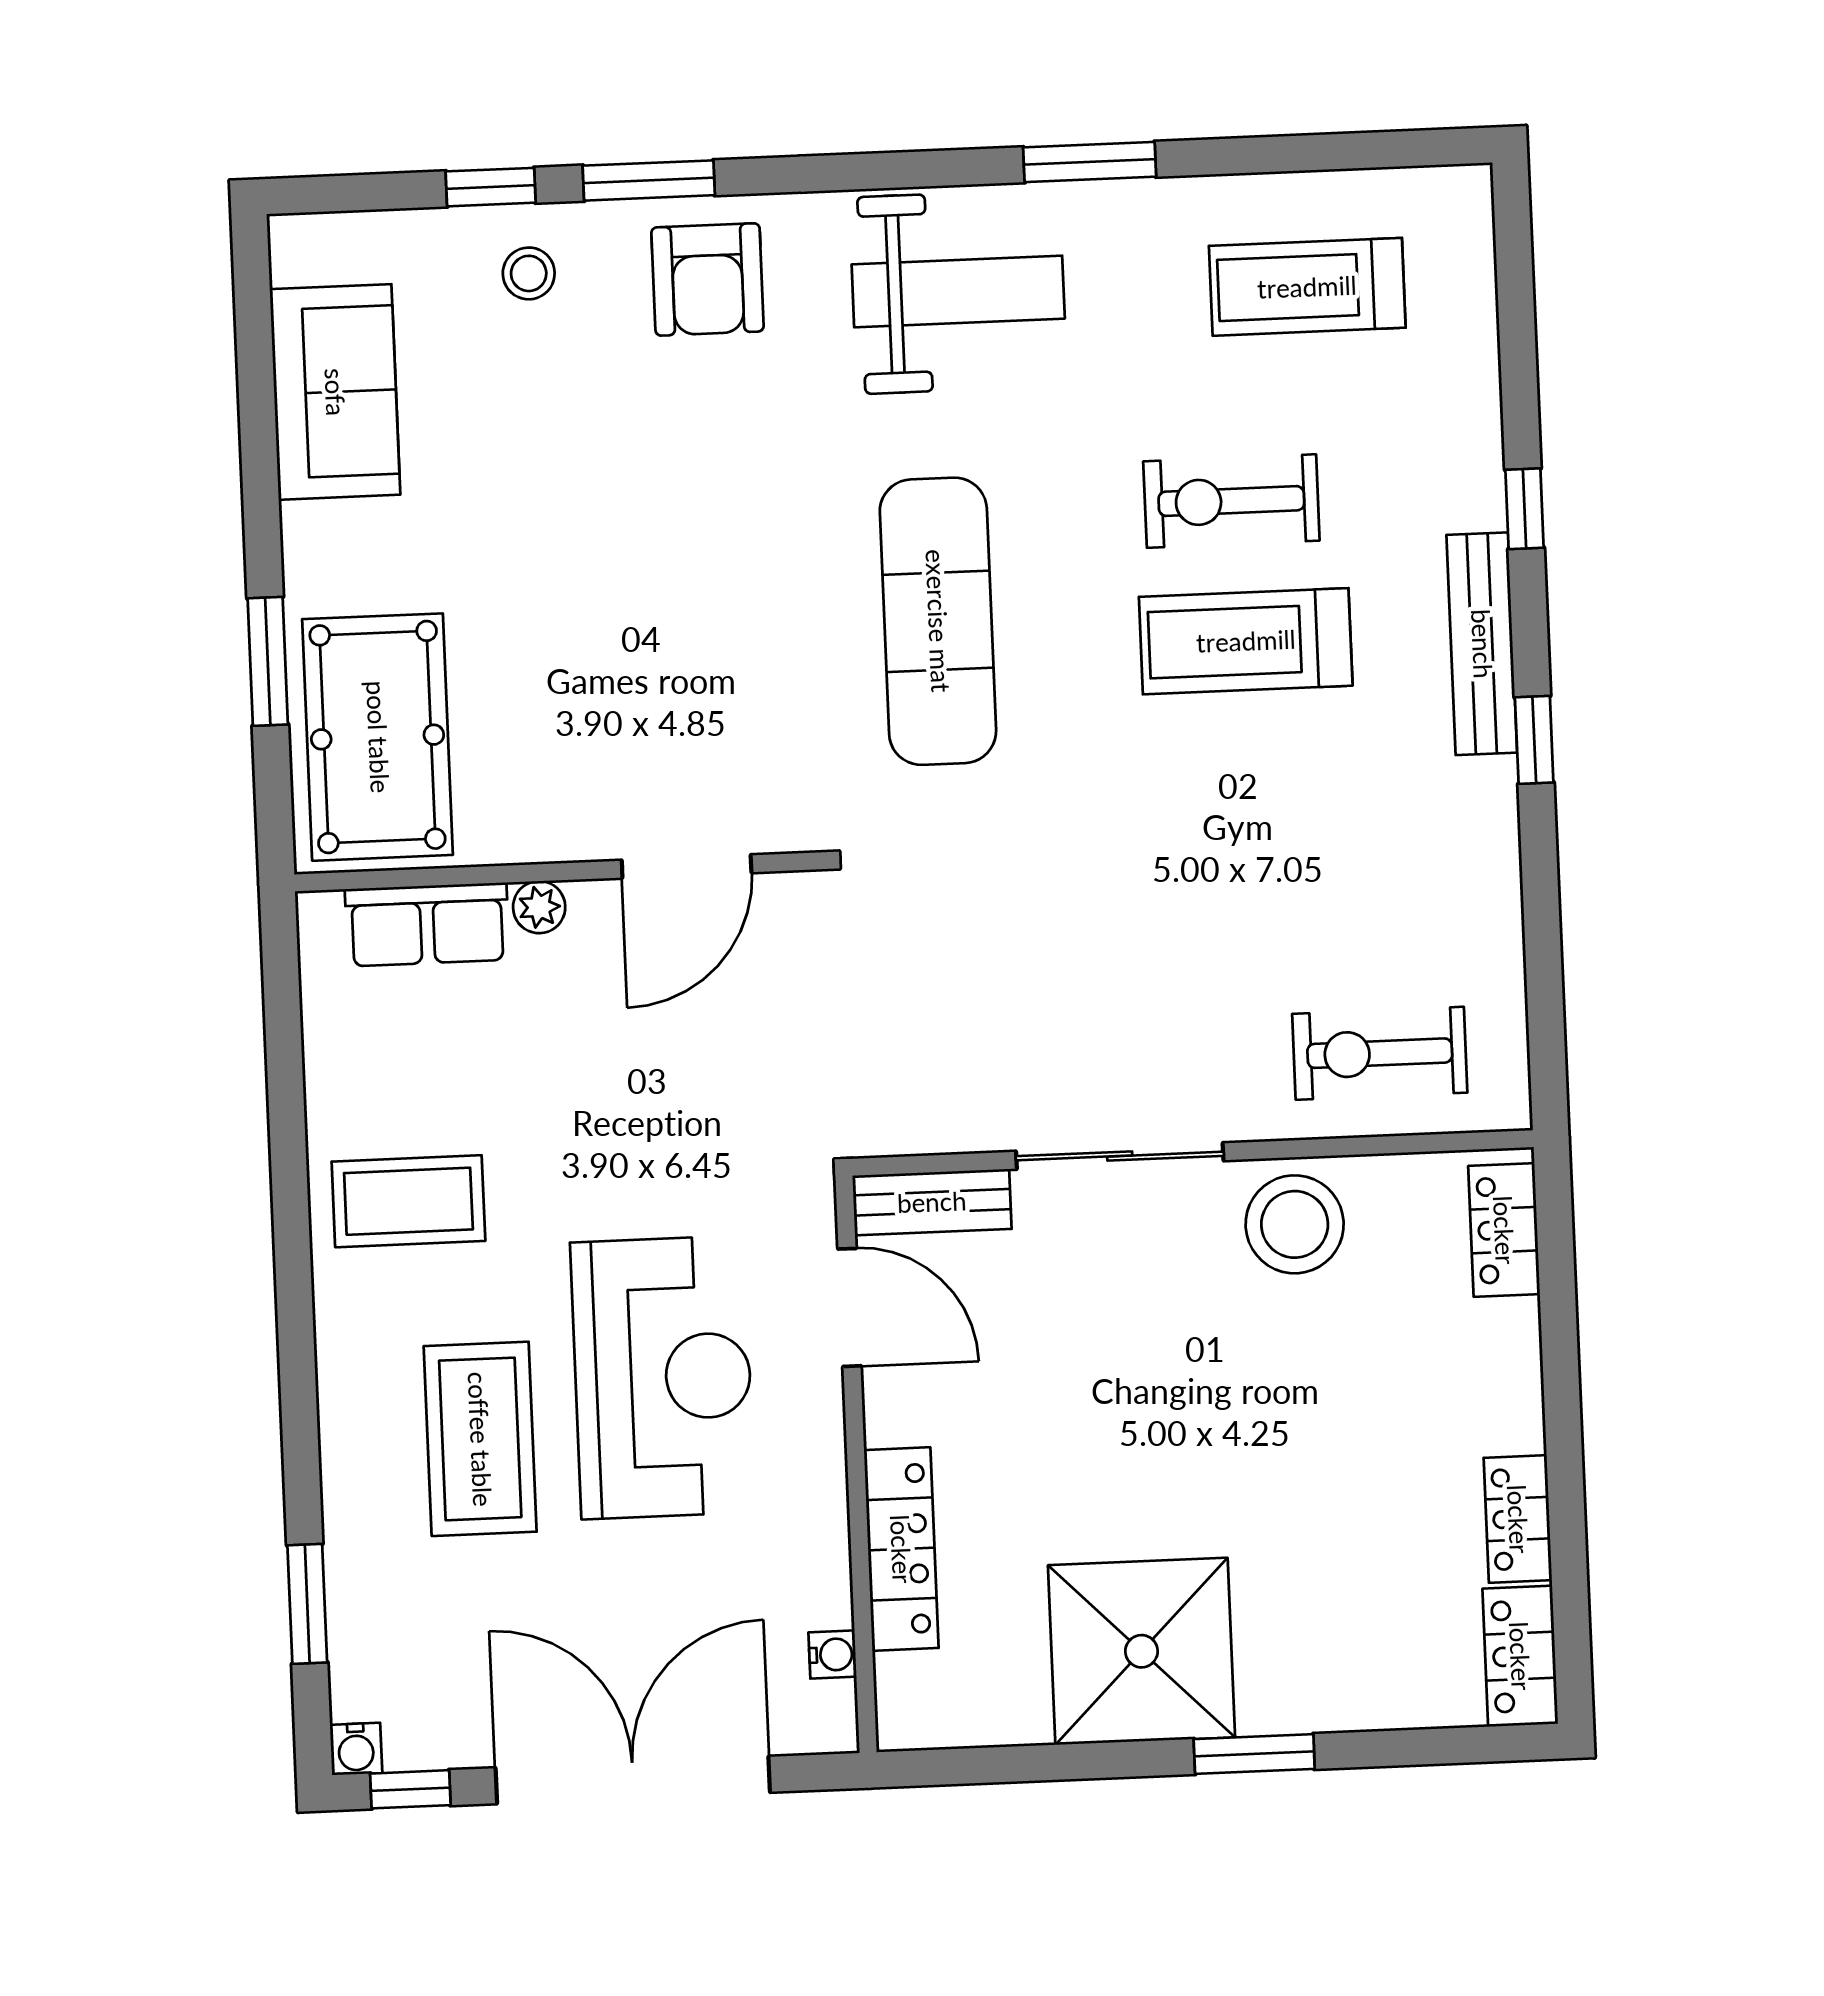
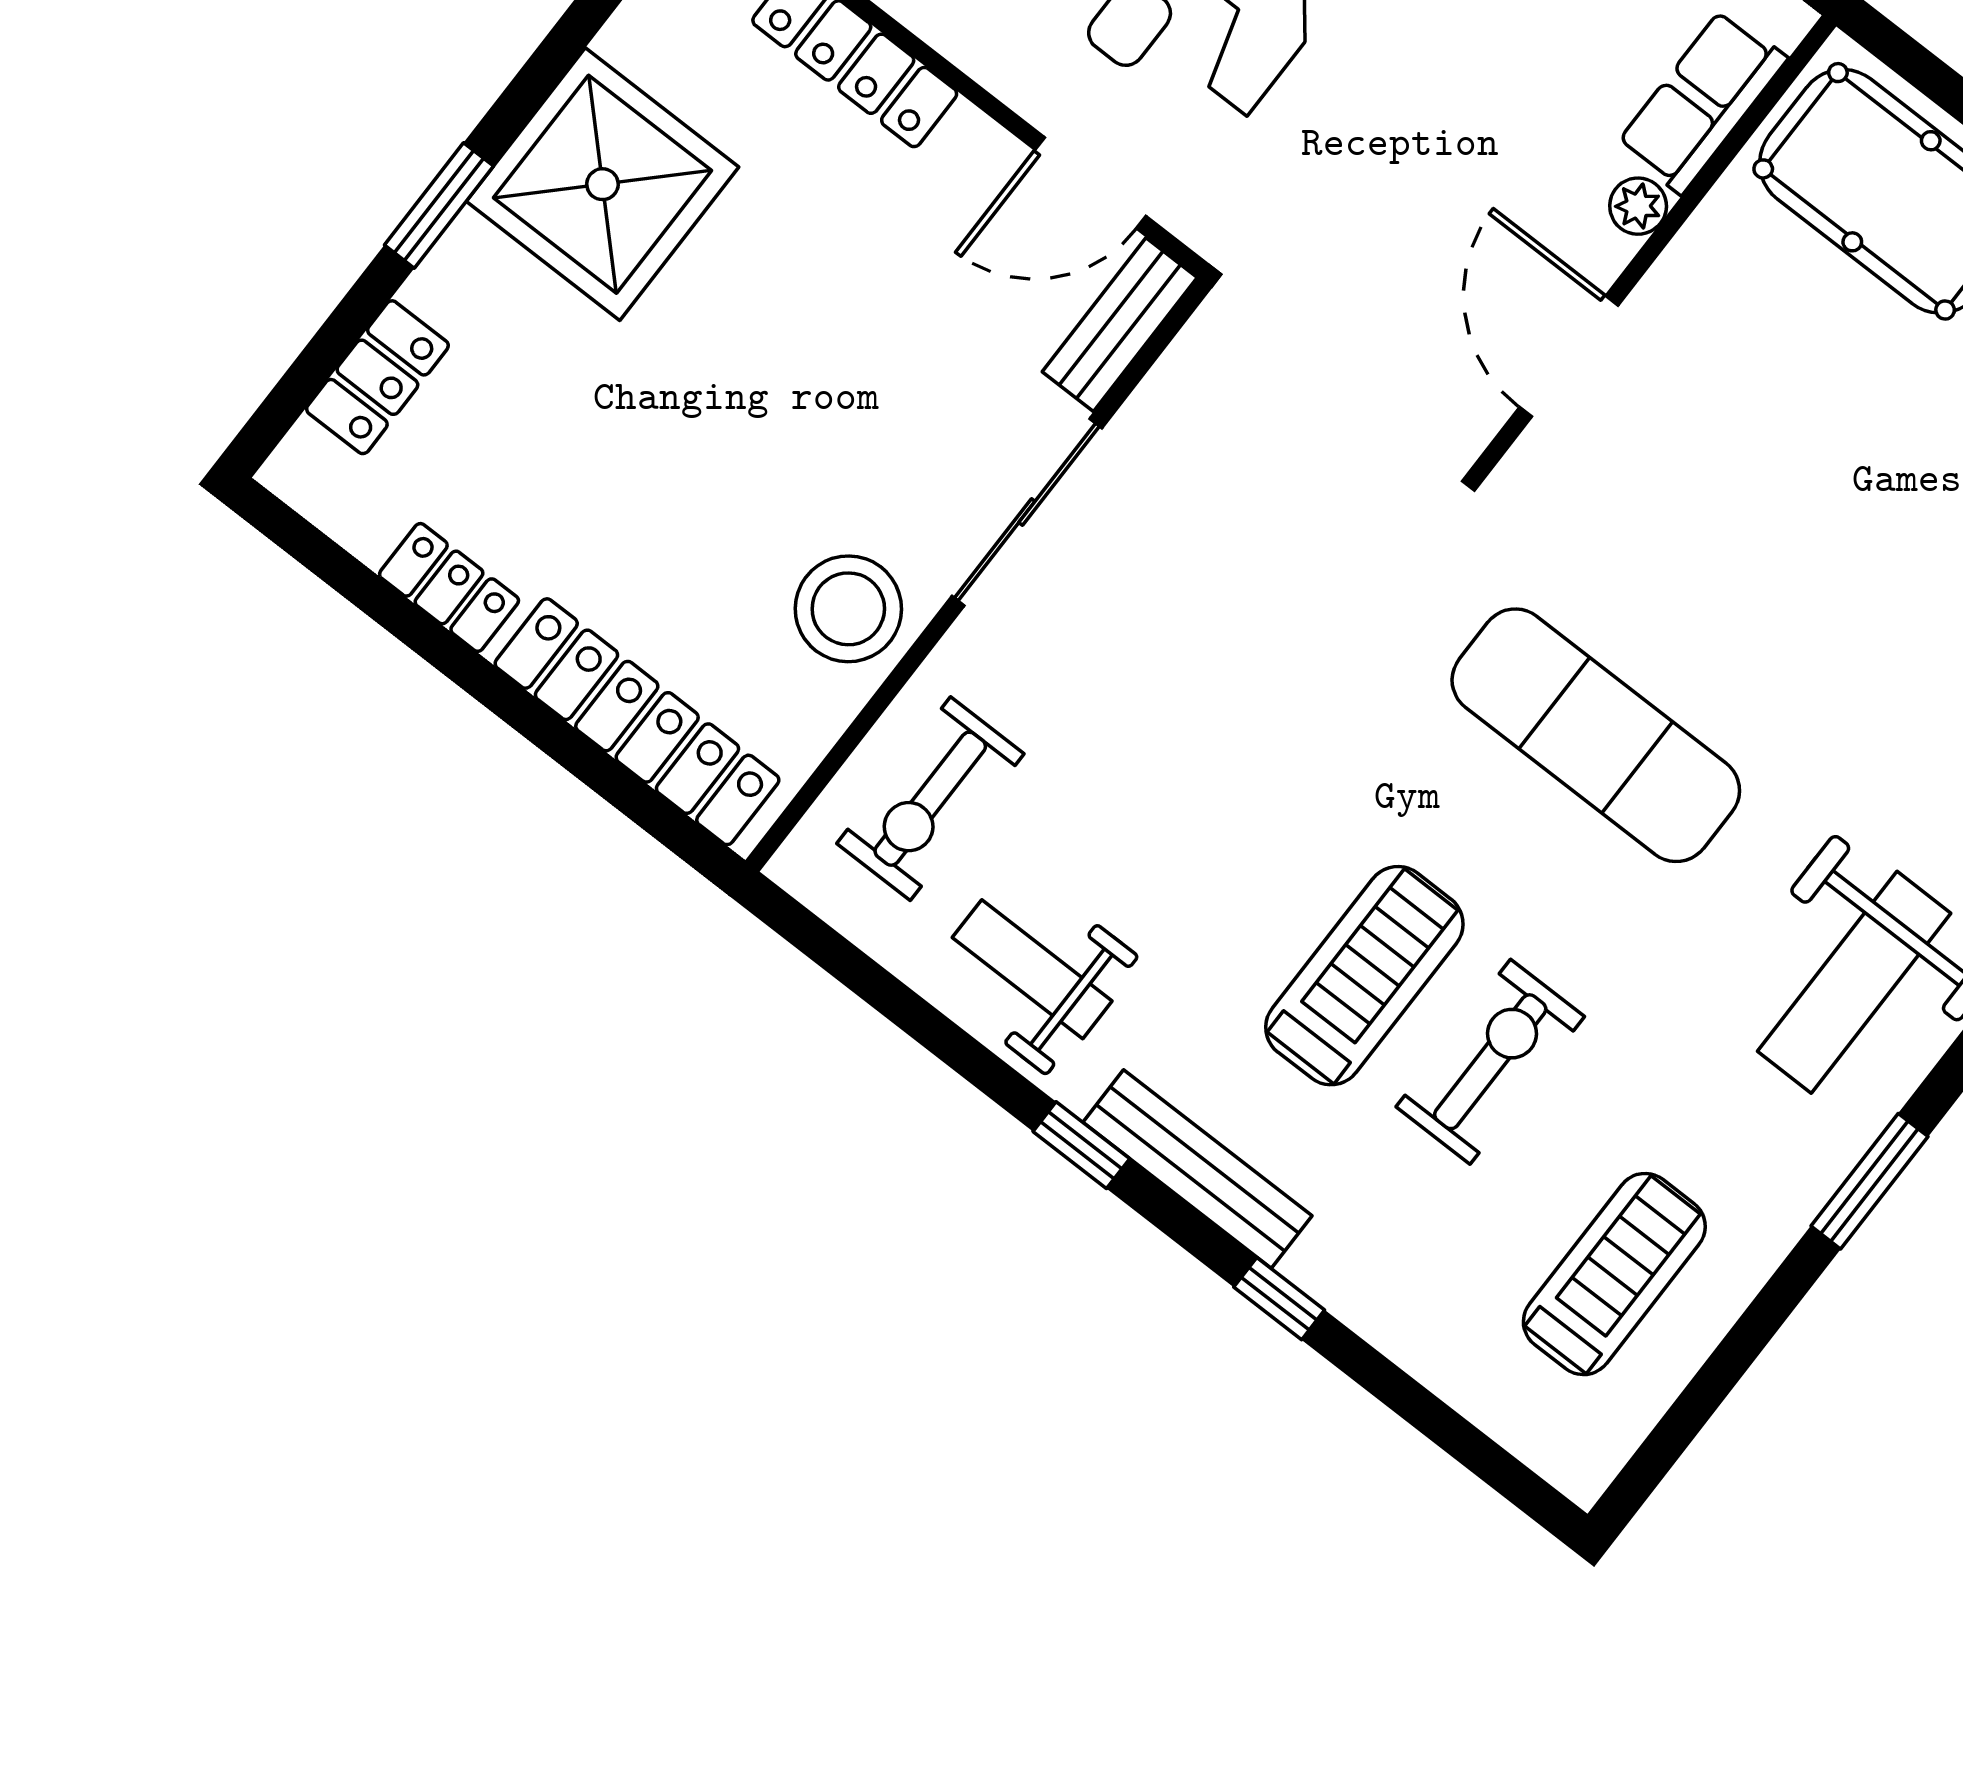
weight bench: (1439, 879) -> (1032, 969), added
exercise bike: (1380, 1053) -> (930, 799), turned 180
locker: (1504, 1230) -> (637, 722), width x2.16, depth x1.21
locker: (1520, 1656) -> (377, 377), moved, turned 90

